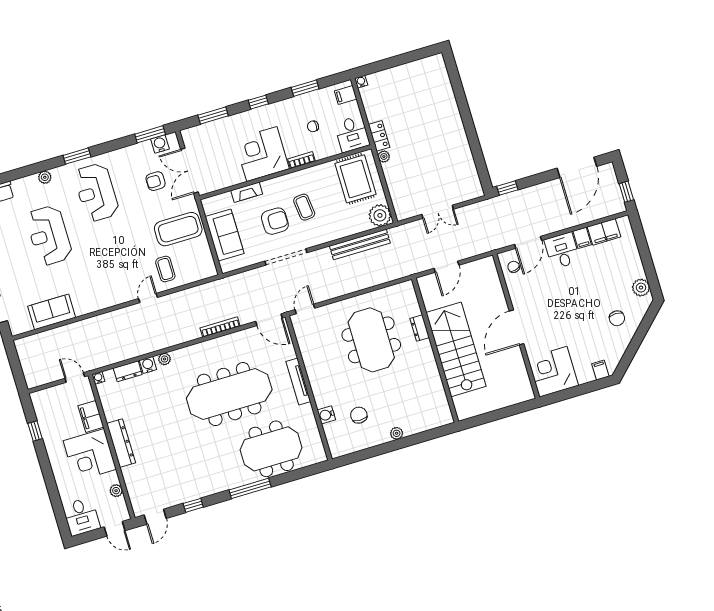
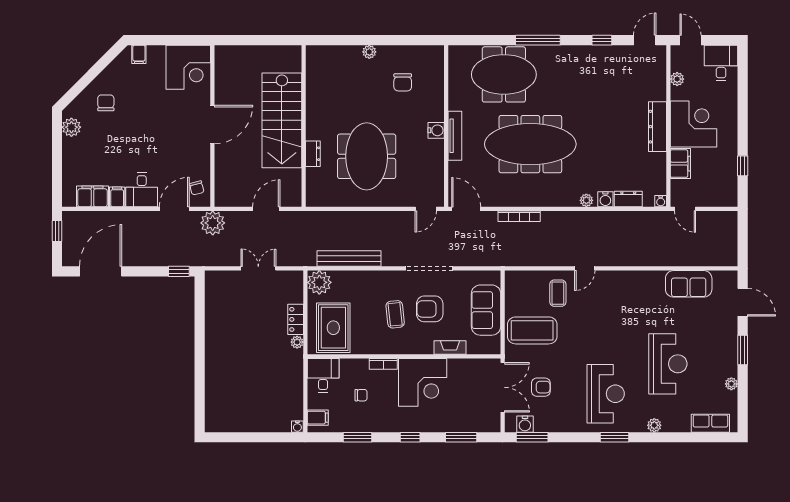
locker: (379, 136) -> (296, 319), moved
plant: (490, 240) -> (213, 223), added
water cooler: (326, 415) -> (436, 130), moved

